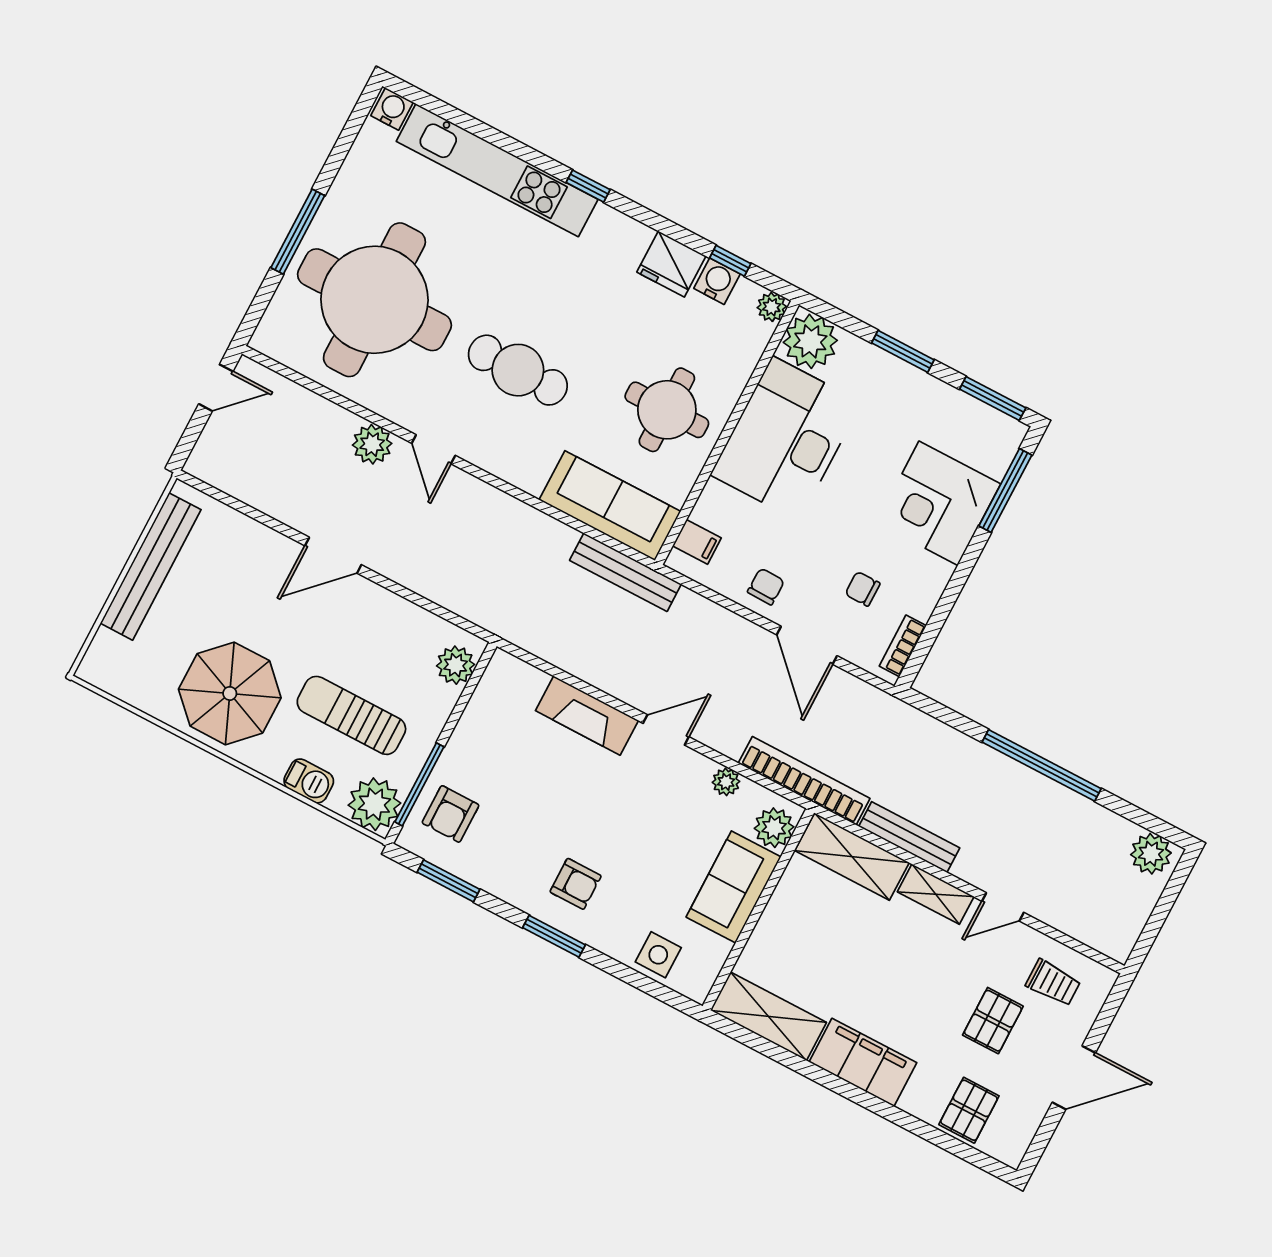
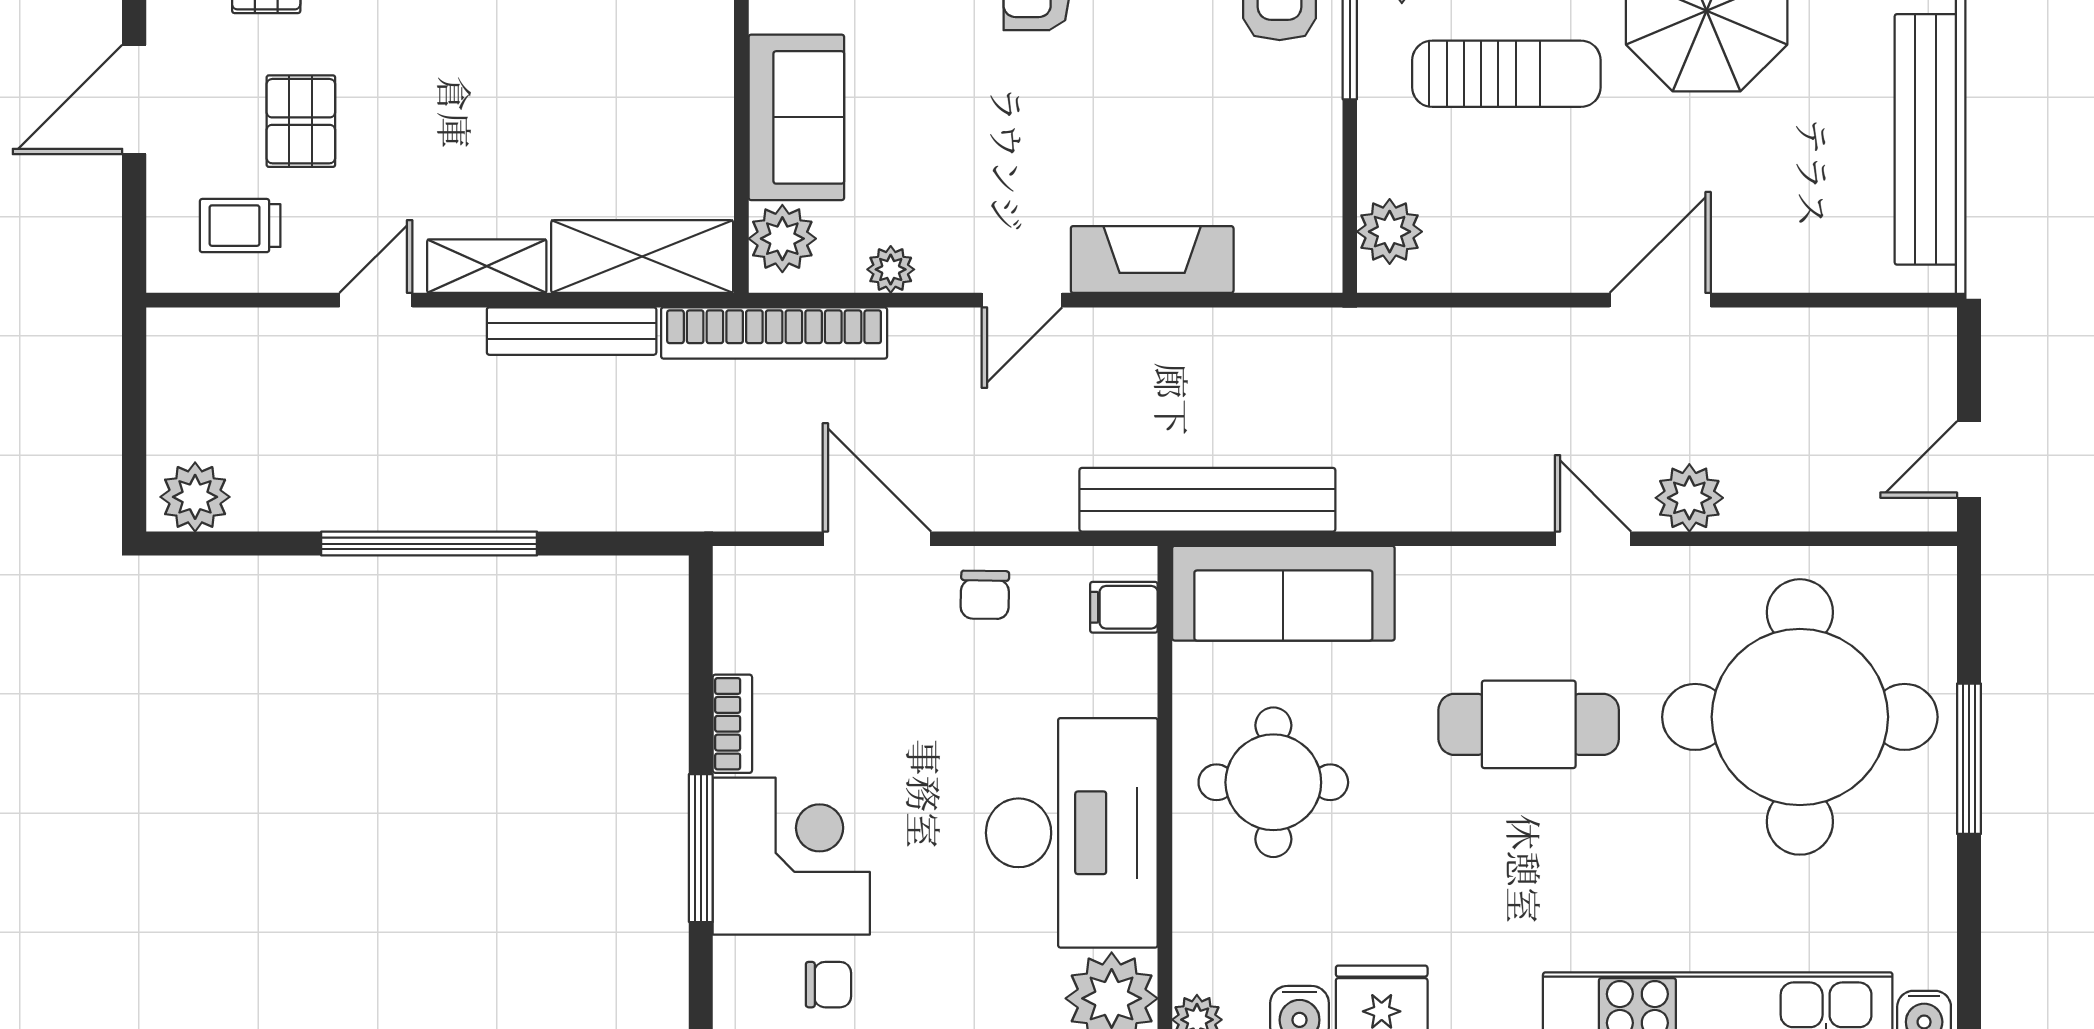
window: (1005, 490) -> (701, 848), moved
bench: (625, 572) -> (1207, 500), width x1.37, depth x1.21
chair: (862, 589) -> (828, 985), moved
bookcase: (903, 646) -> (732, 724), moved

